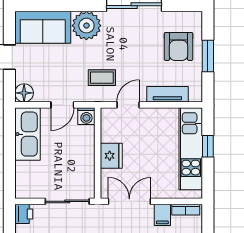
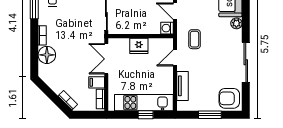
plant: (86, 26) -> (236, 23), width x0.53, depth x0.53
armchair: (179, 46) -> (229, 98), moved
door: (128, 105) -> (175, 58), swing flipped
double door: (129, 201) -> (106, 59), swing flipped

